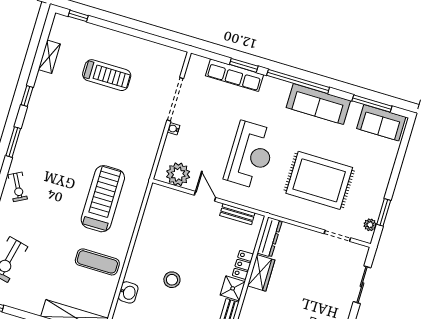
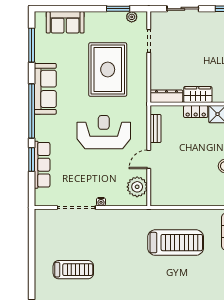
treadmill: (107, 75) -> (73, 270), turned 90
sofa: (381, 123) -> (65, 22), moved, turned 90
treadmill: (103, 199) -> (176, 243), turned 180

